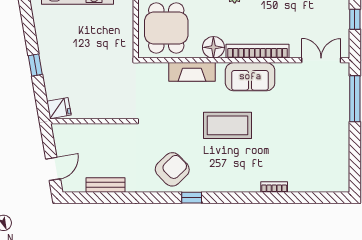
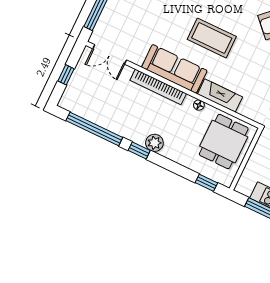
floor lamp: (213, 47) -> (199, 105), width x0.53, depth x0.53
sofa: (250, 77) -> (174, 69), width x1.36

